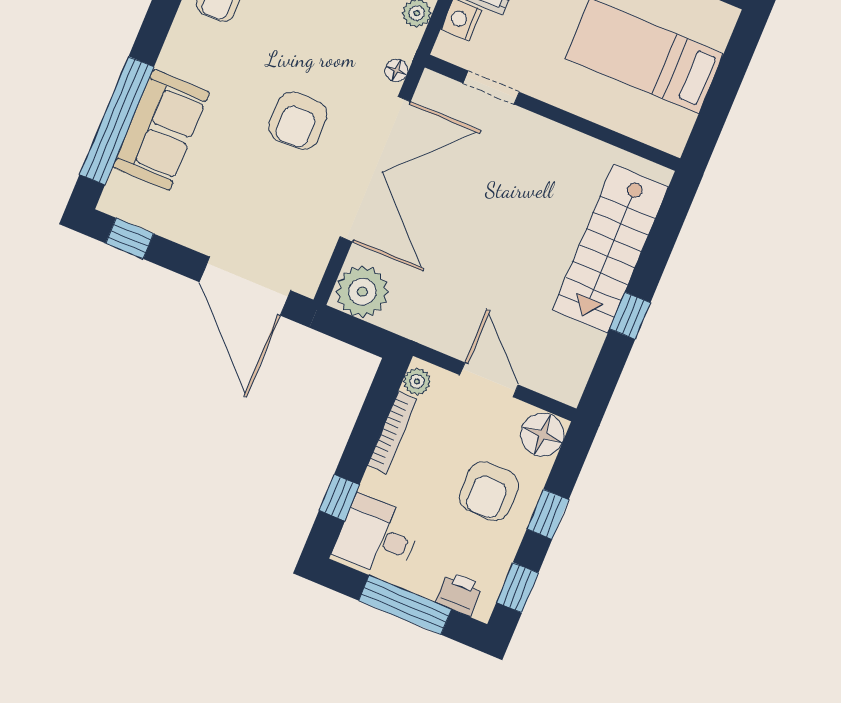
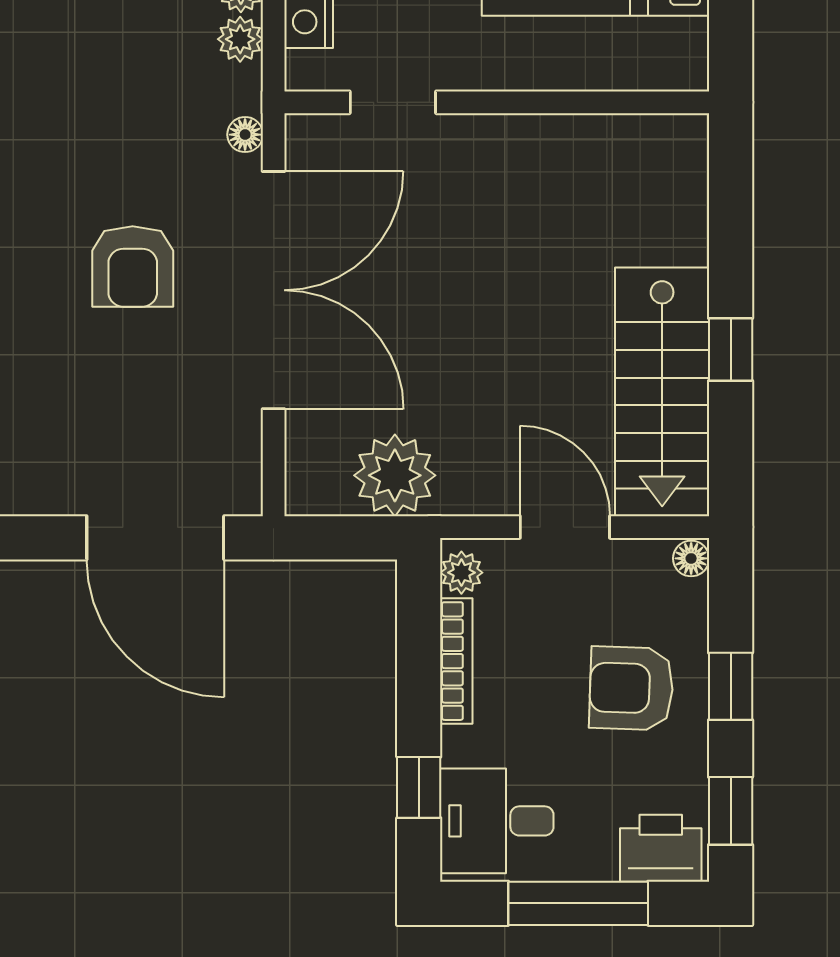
stairs: (610, 249) -> (662, 392), moved
plant: (362, 292) -> (395, 475), moved
floor lamp: (542, 435) -> (691, 558), width x0.53, depth x0.53
armchair: (489, 491) -> (631, 688), turned 92
printer: (459, 594) -> (661, 848), width x1.36, depth x1.24

